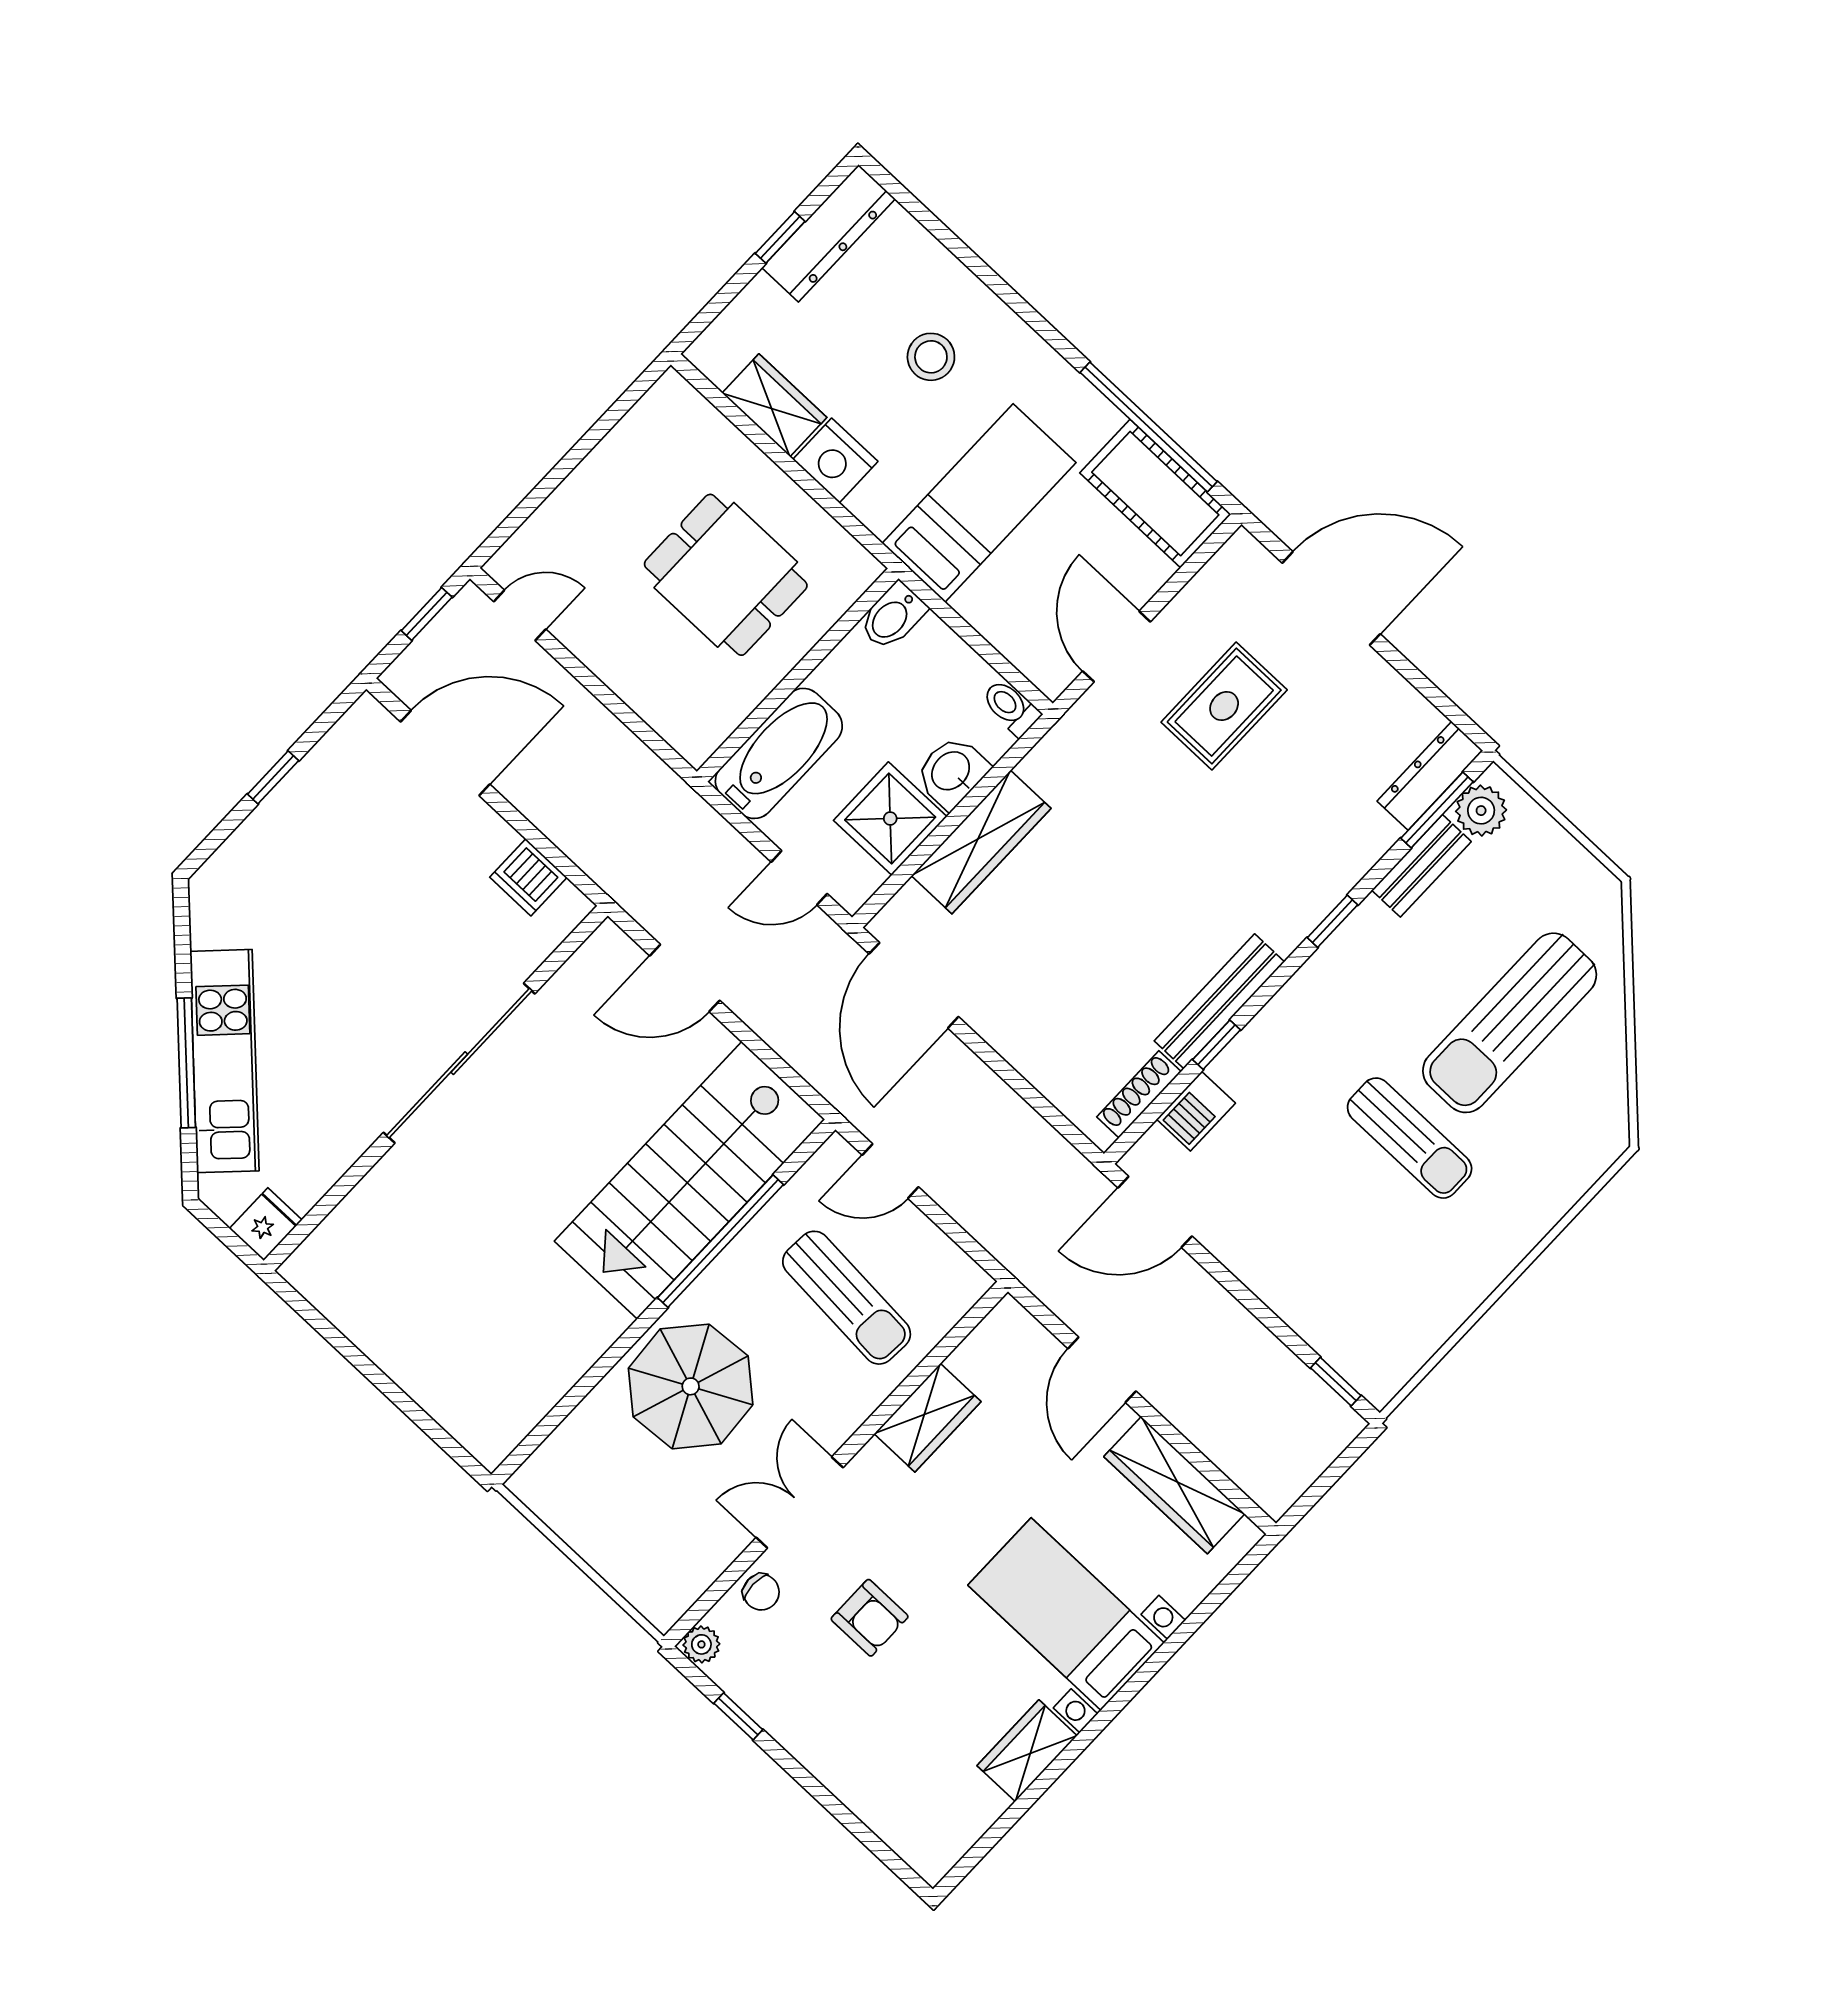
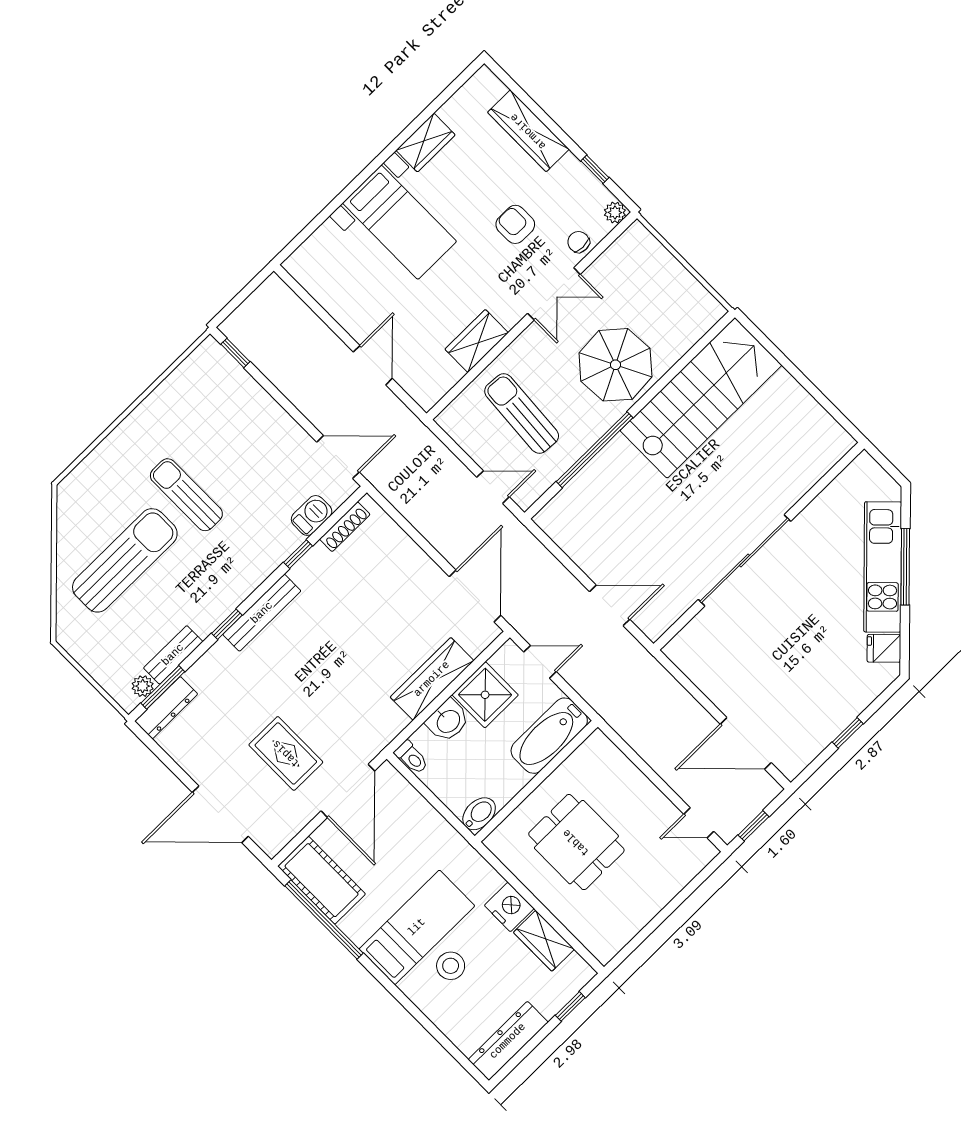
window: (780, 237) -> (570, 1006), moved
bed: (979, 503) -> (417, 927), moved, turned 180
door: (1117, 647) -> (348, 791), width x1.36
rug: (1224, 706) -> (286, 753), turned 90
plant: (1481, 811) -> (143, 686), width x0.73, depth x0.73
dishwasher: (528, 877) -> (700, 668), removed
bench: (1219, 1001) -> (262, 613), moved
stairs: (690, 1180) -> (701, 398), moved
fridge: (266, 1224) -> (884, 648), moved, turned 45
wardrobe: (1174, 1485) -> (528, 131), moved, turned 180

